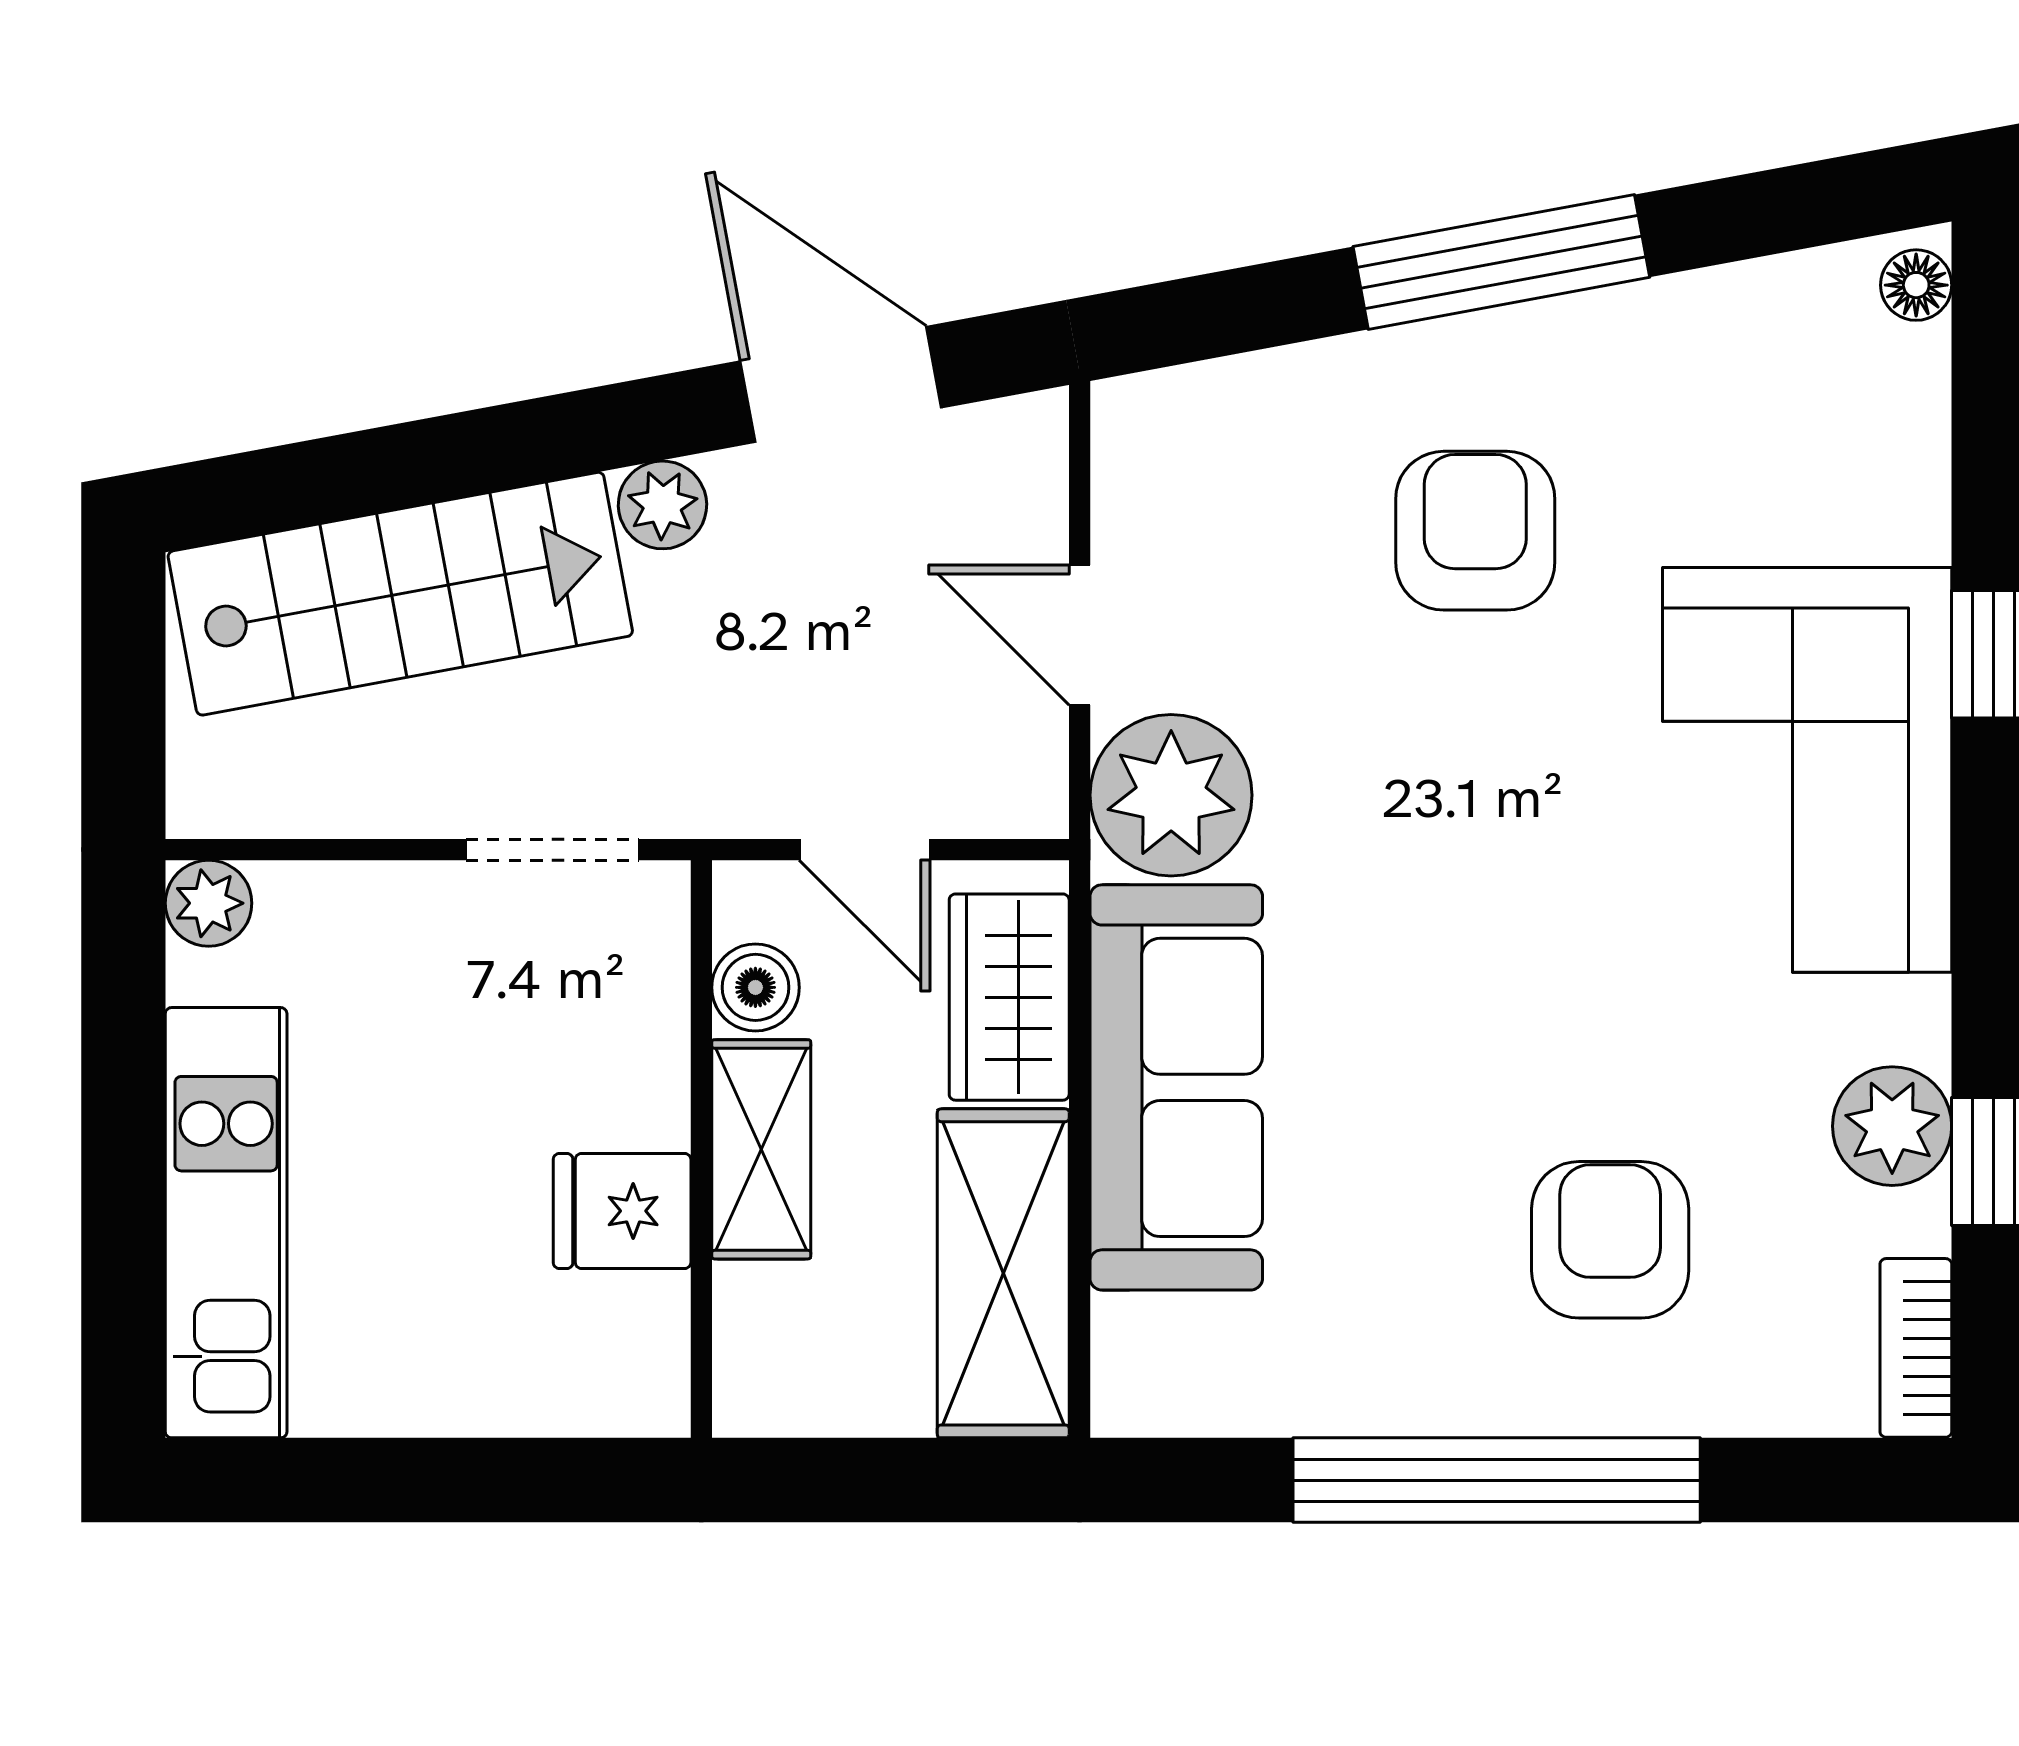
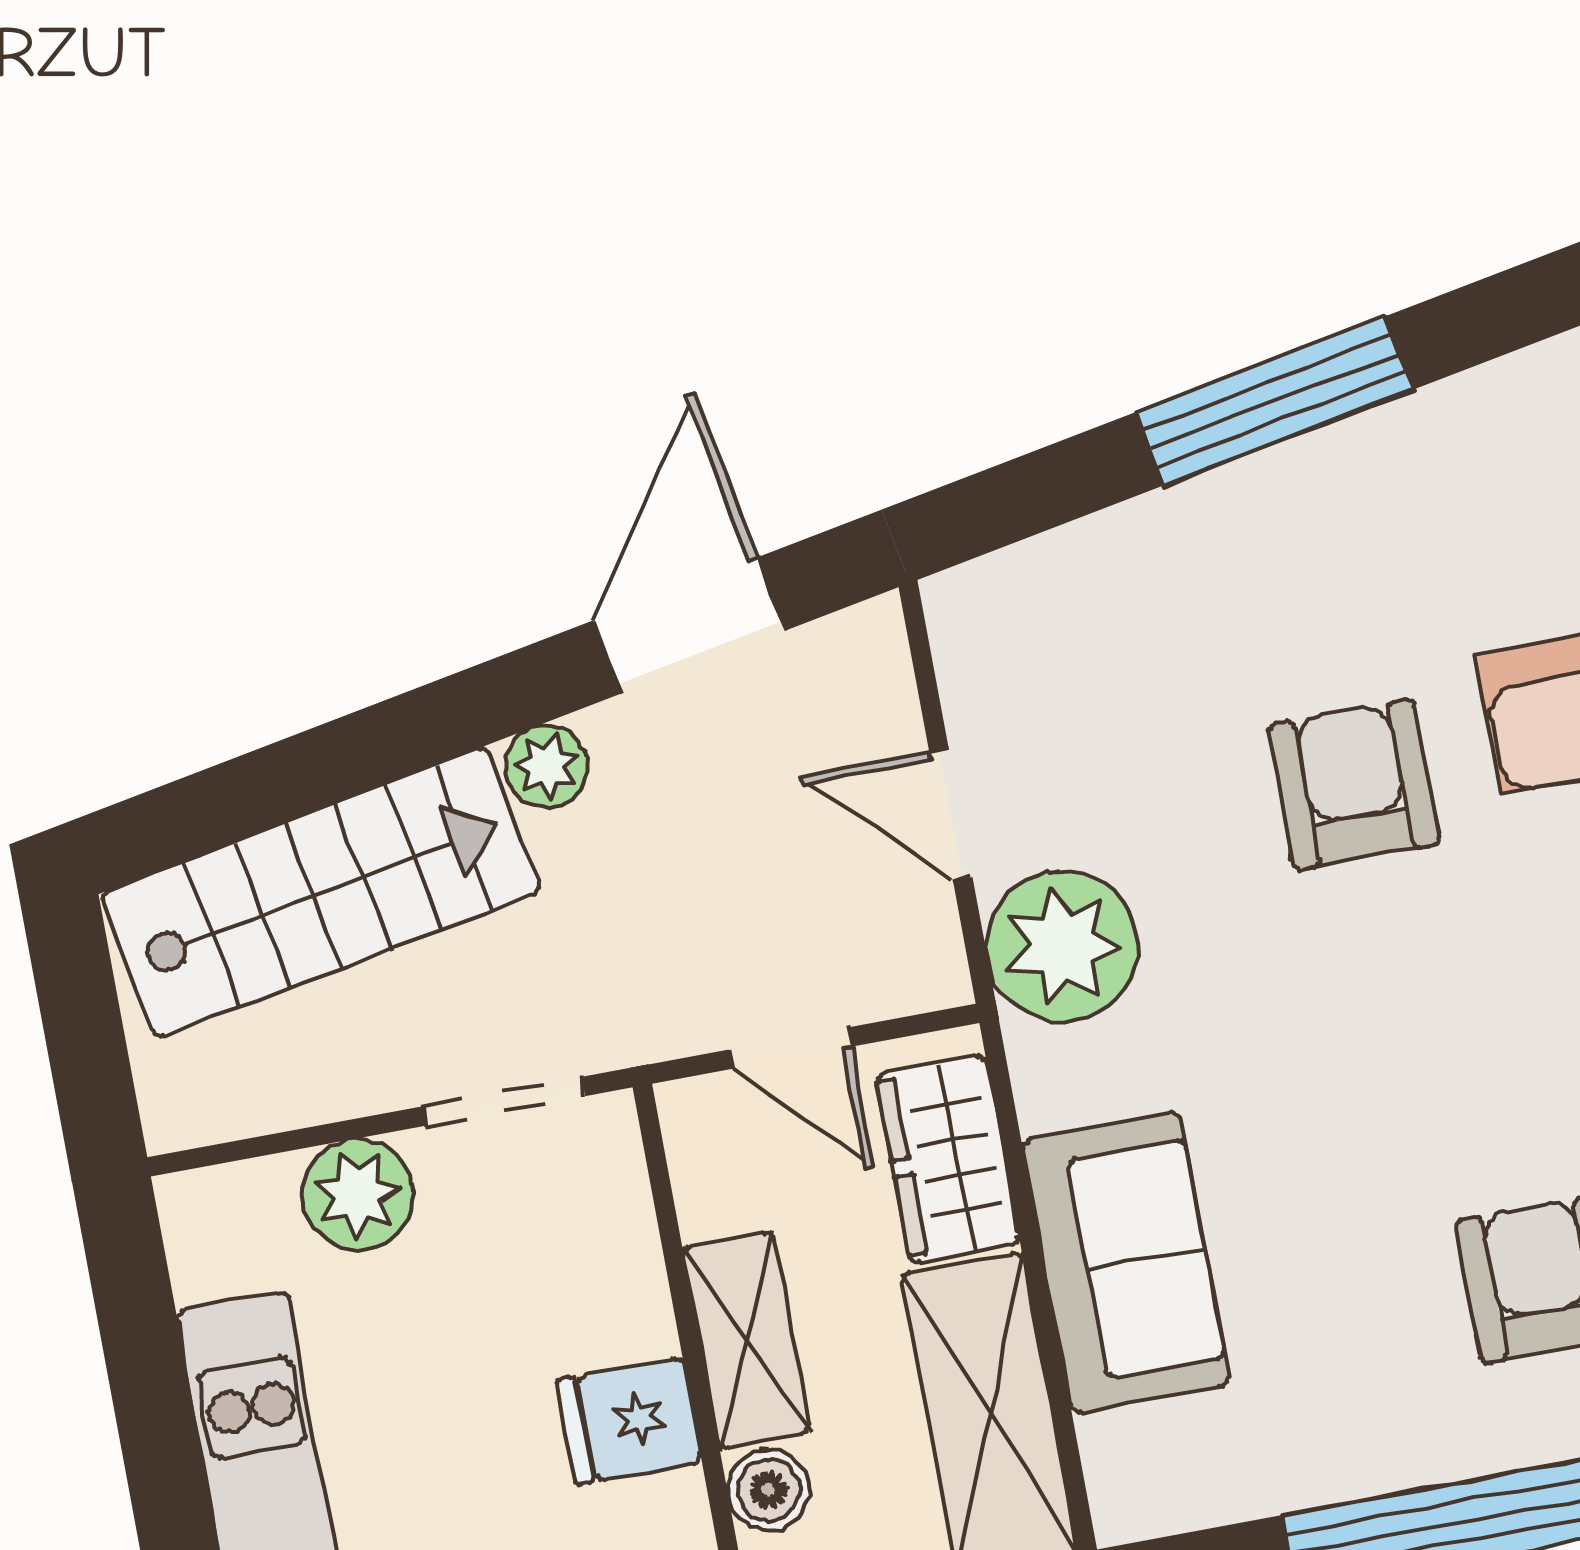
door: (841, 384) -> (689, 625), hinge flipped
armchair: (1475, 531) -> (1354, 784), moved
plant: (209, 903) -> (357, 1195), moved, width x1.38, depth x1.38
boiler: (755, 987) -> (769, 1490), moved
sofa: (1176, 1087) -> (1126, 1263), width x0.73

